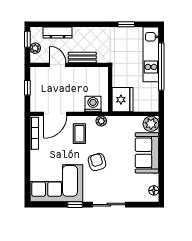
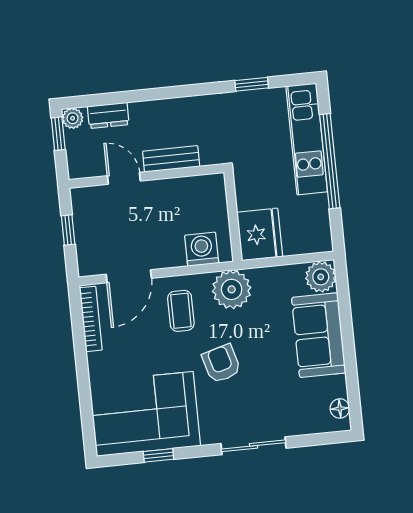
dresser: (58, 33) -> (108, 115), width x0.70
plant: (35, 48) -> (73, 118), moved
plant: (101, 121) -> (232, 289), width x1.87, depth x1.87
window: (75, 205) -> (158, 455), moved

